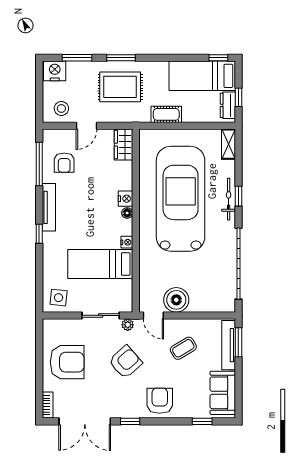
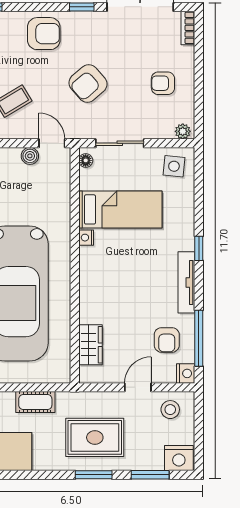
wardrobe: (123, 145) -> (90, 345), moved
armchair: (64, 163) -> (167, 340), turned 180
nightstand: (125, 199) -> (186, 373), moved, turned 180
floor lamp: (127, 213) -> (86, 160), moved
boiler: (176, 300) -> (30, 156), width x0.54, depth x0.54
plant: (128, 325) -> (183, 131), moved
armchair: (67, 362) -> (163, 83), width x0.53, depth x0.53
armchair: (160, 401) -> (44, 34), turned -90

